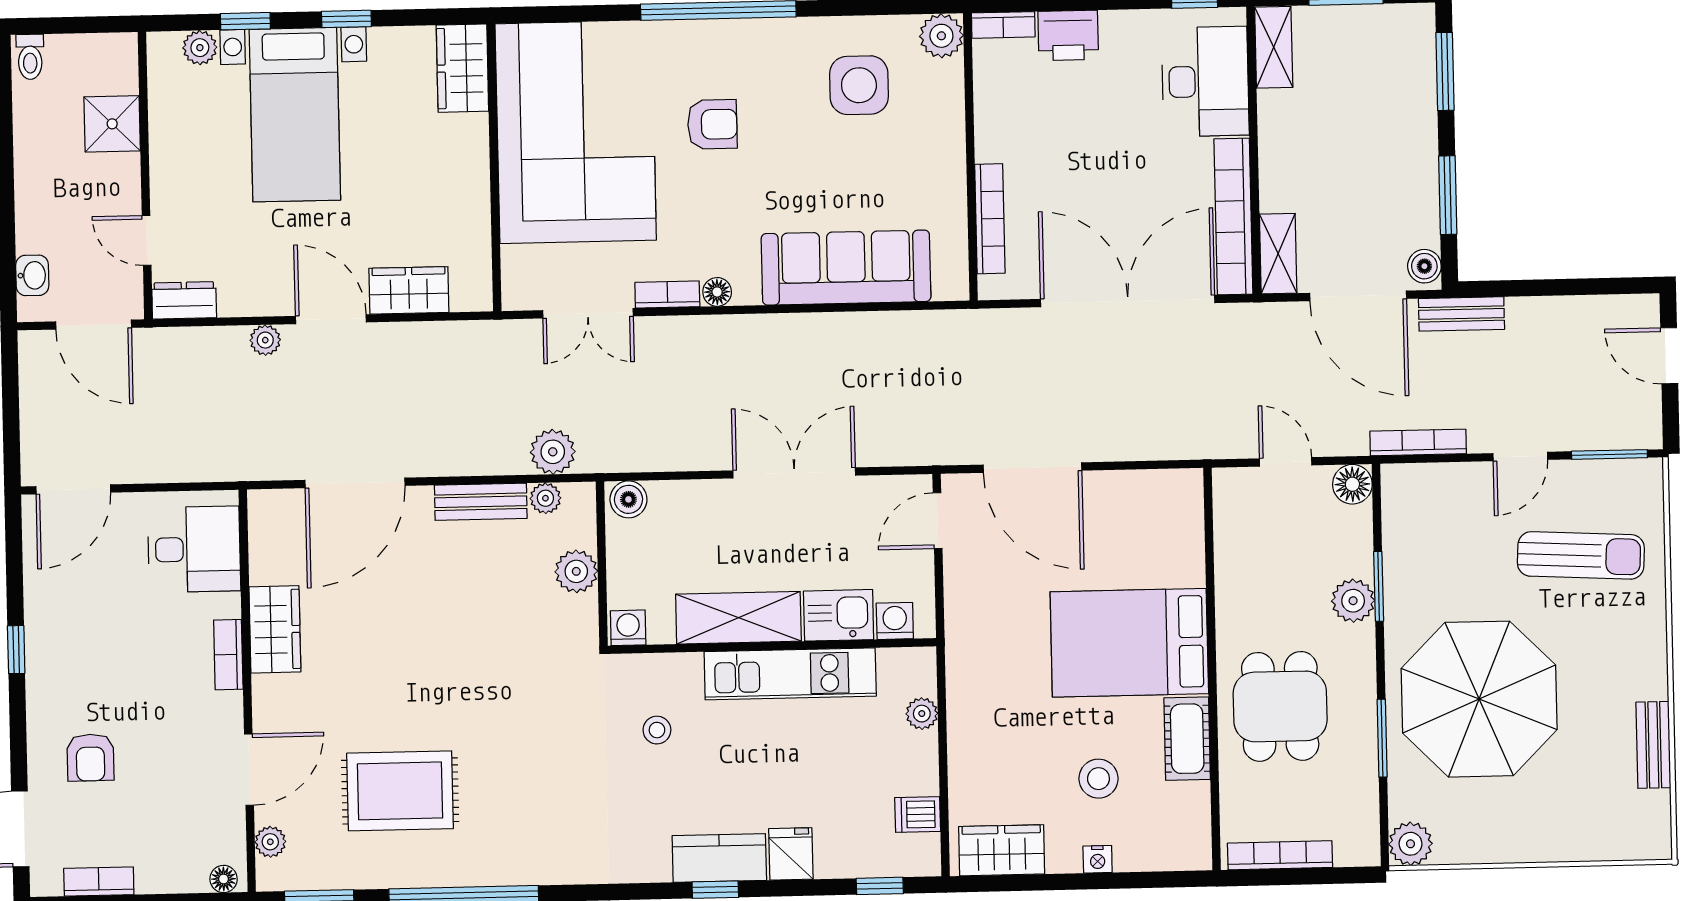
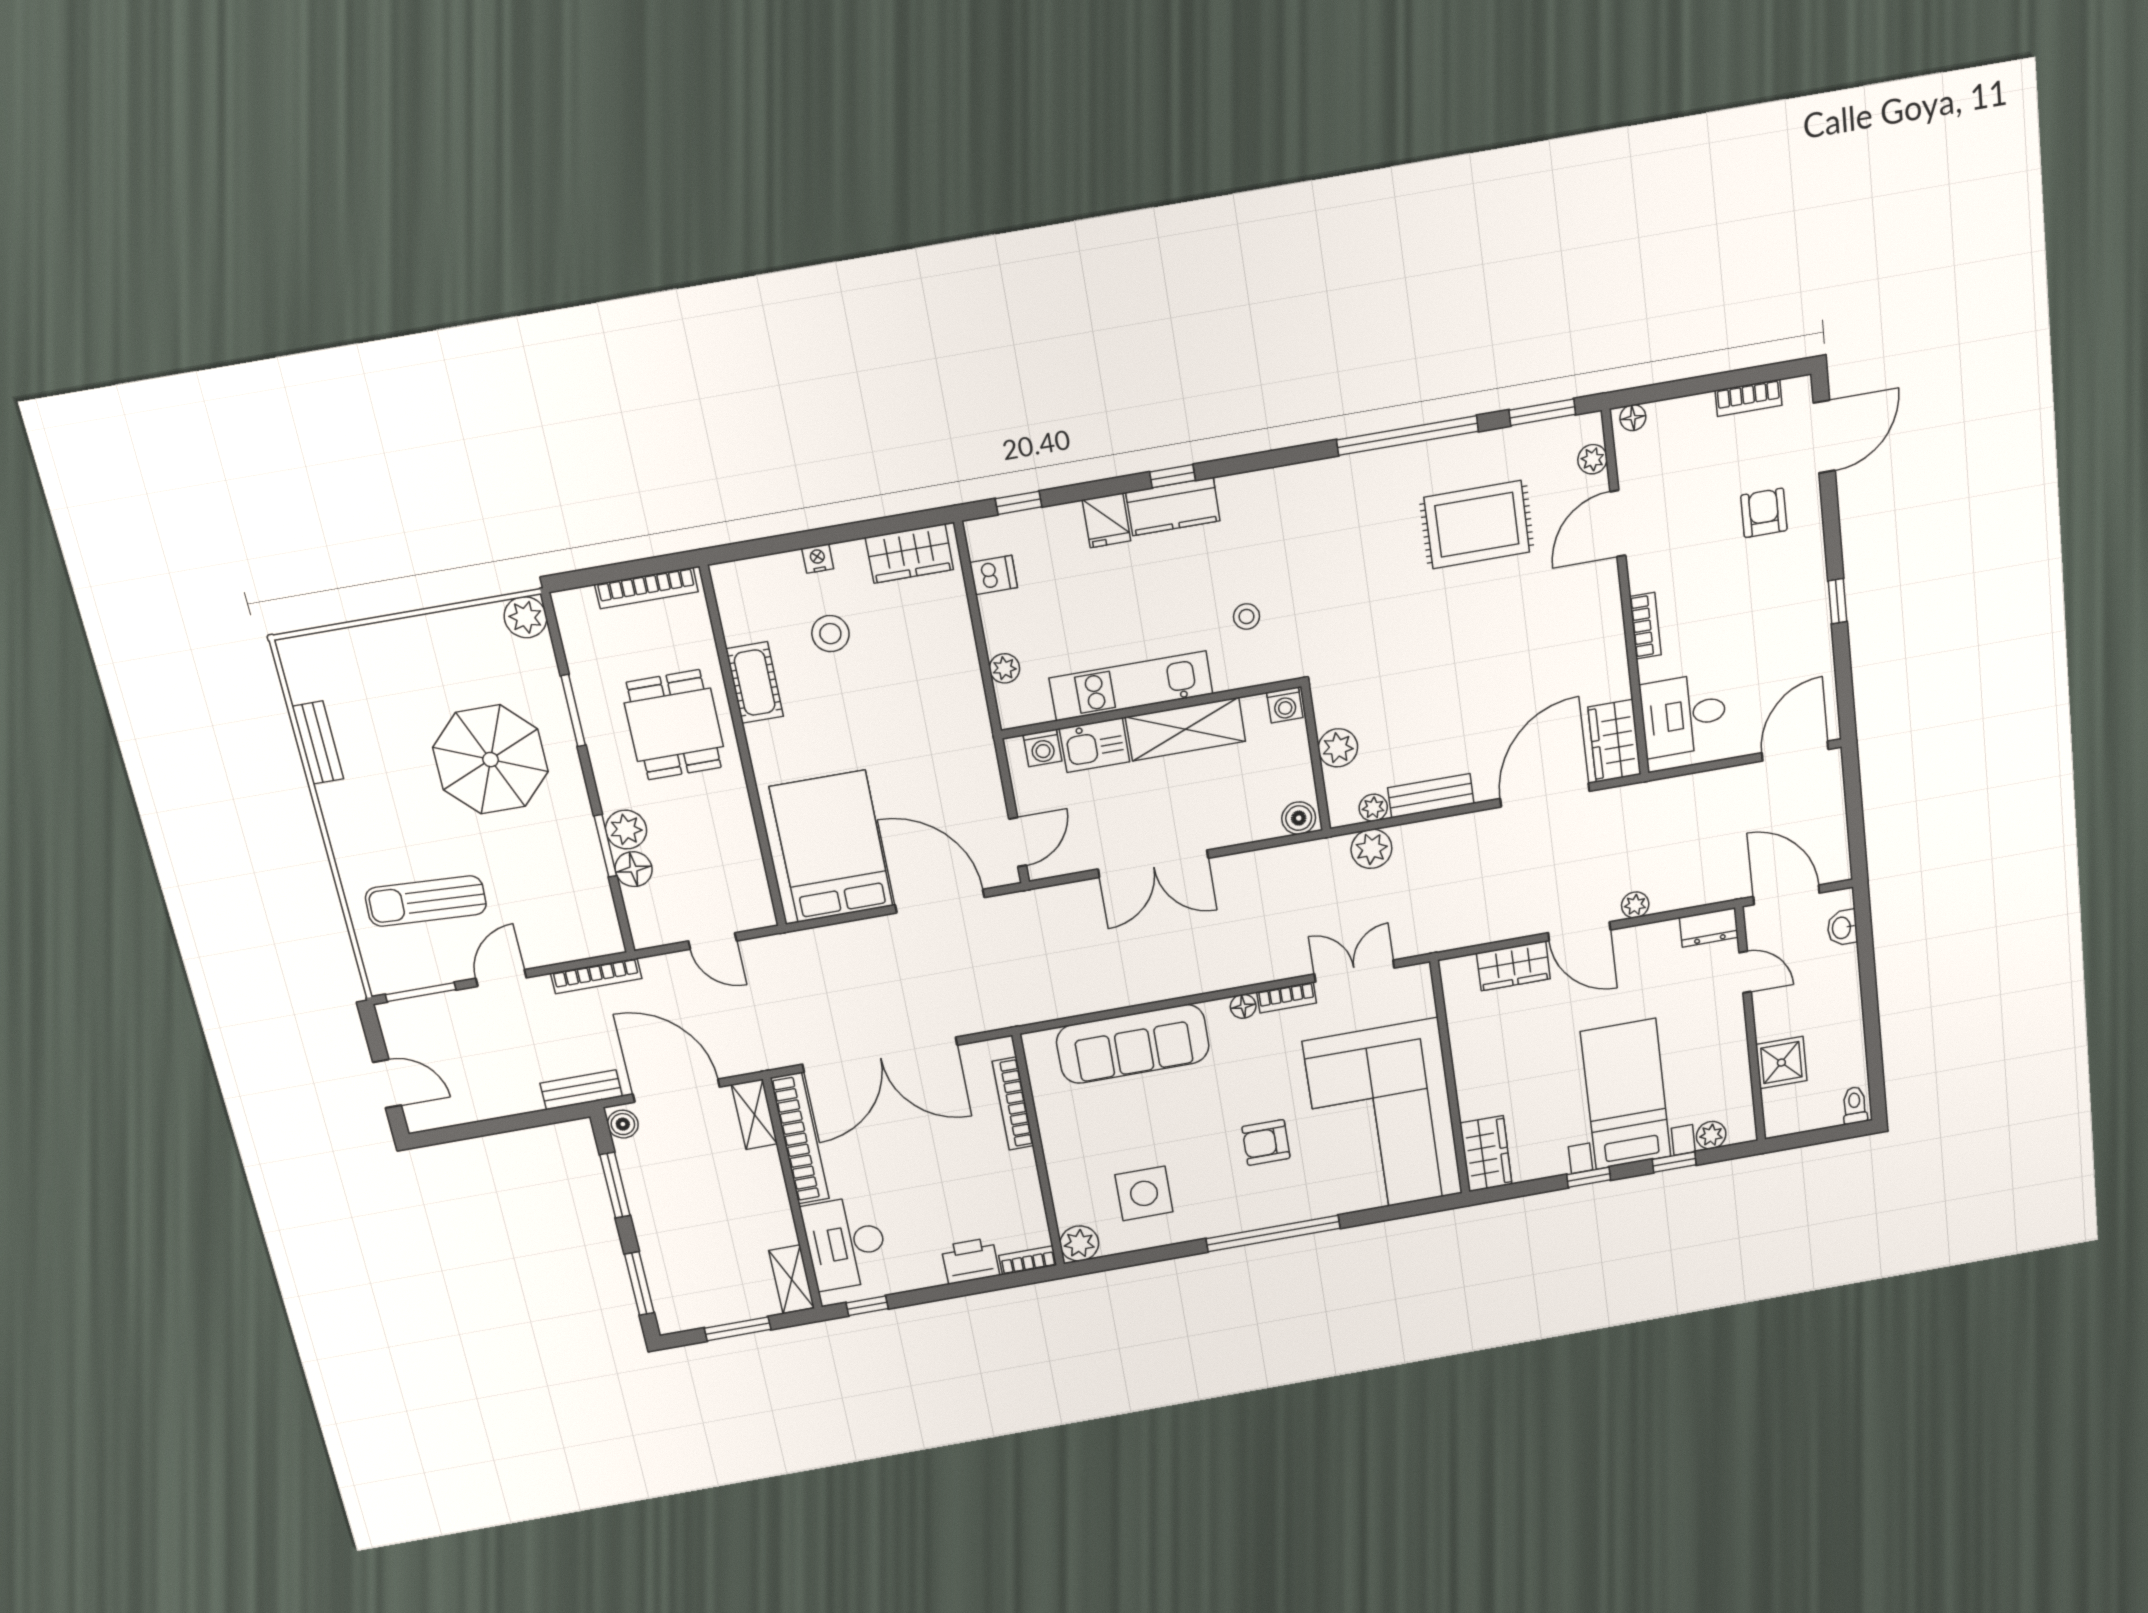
floor lamp: (1352, 484) -> (634, 869), moved
wardrobe: (275, 629) -> (1614, 741), moved
bed: (1129, 643) -> (831, 847), moved, turned -90
parasol: (1479, 699) -> (491, 760), width x0.73, depth x0.73

